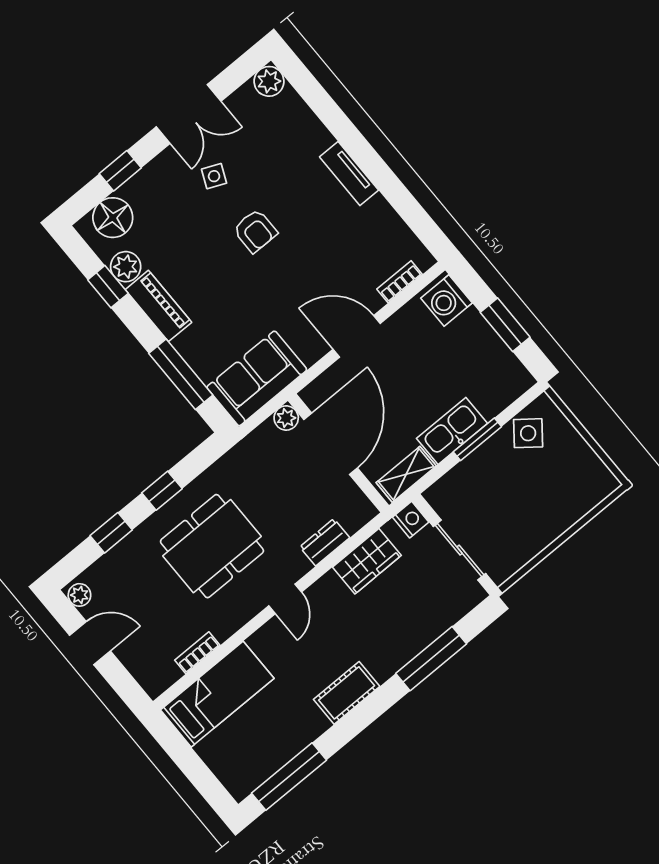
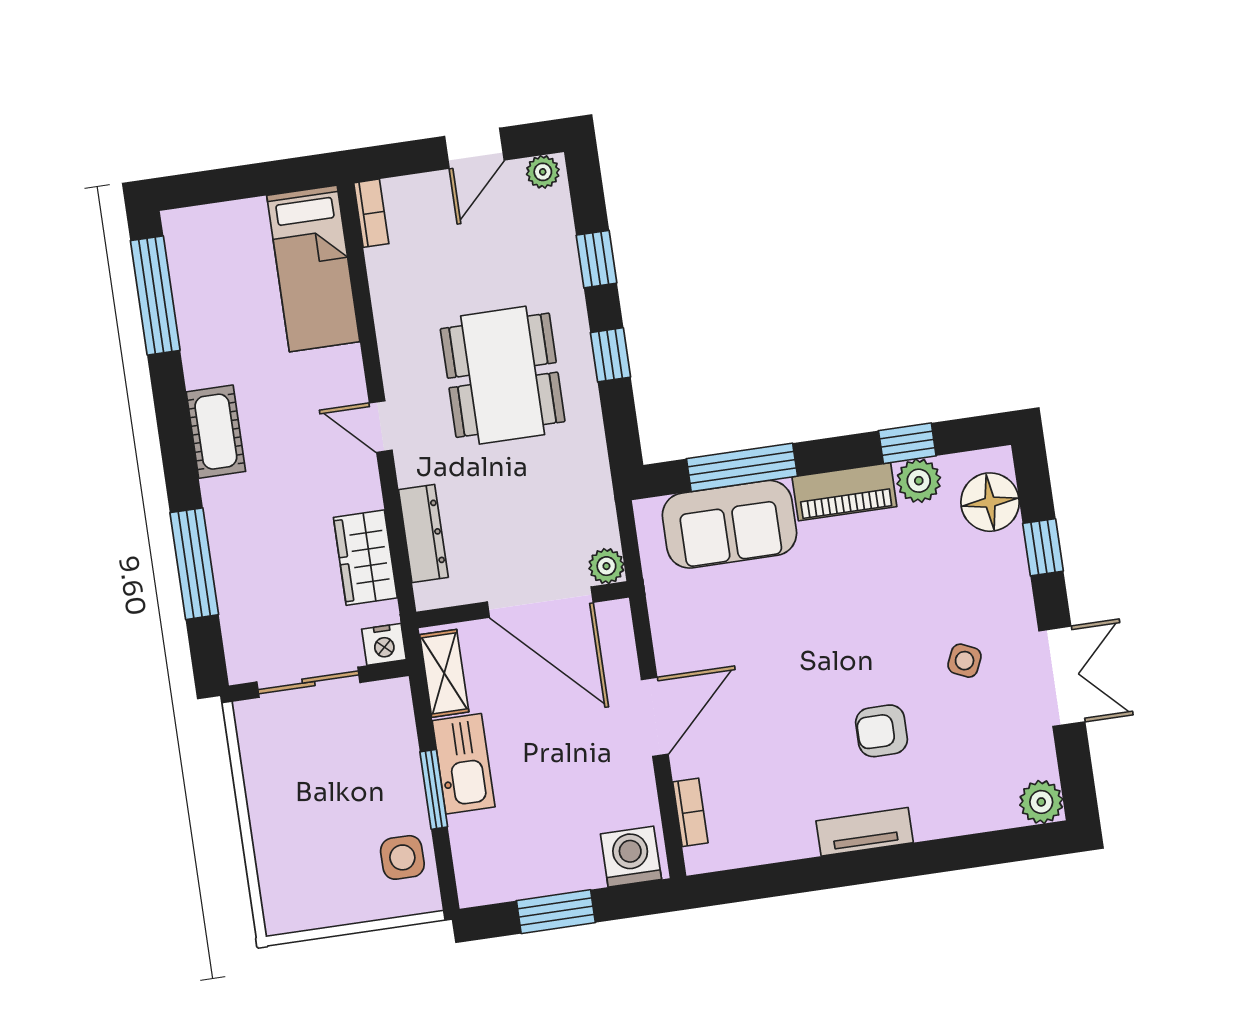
double door: (189, 114) -> (1062, 676), swing flipped
armchair: (255, 231) -> (882, 731), moved
sofa: (257, 378) -> (729, 524), moved, turned 90
side table: (528, 433) -> (402, 857), turned -38
dresser: (325, 542) -> (423, 533), width x1.44
bookcase: (197, 653) -> (371, 213), moved

